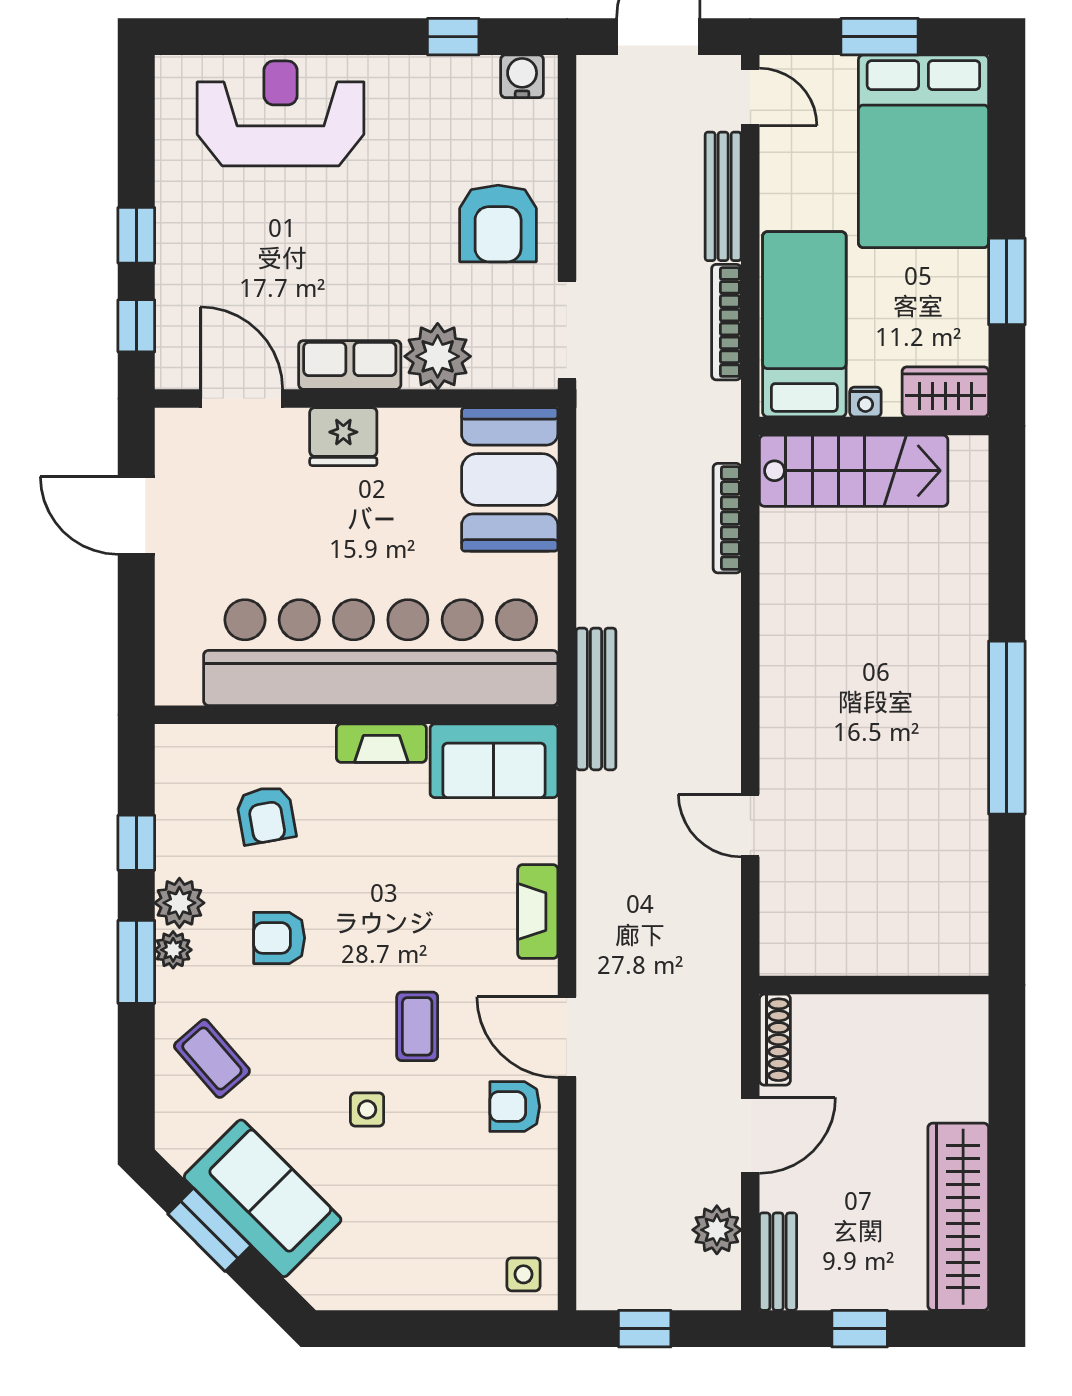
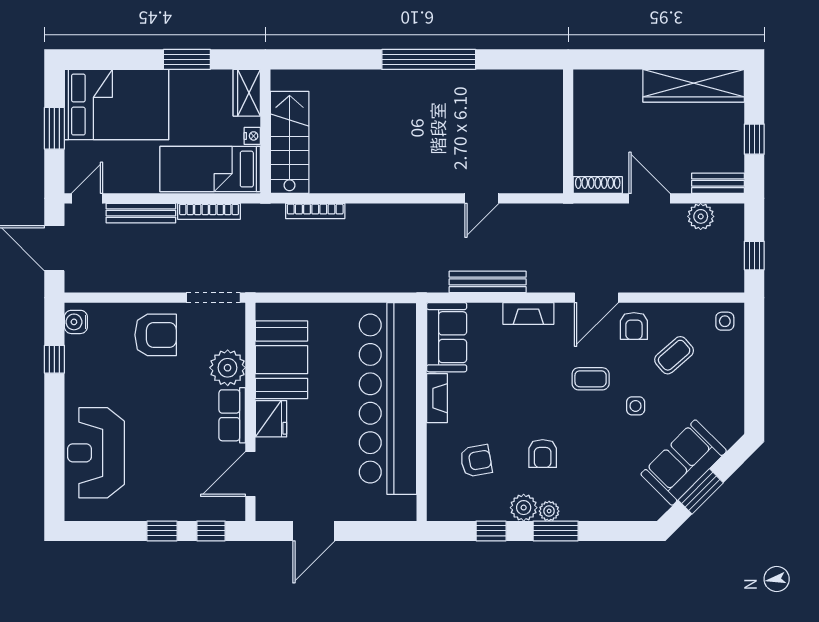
booth: (510, 479) -> (281, 360), moved, turned 90
bench: (596, 699) -> (488, 282), moved
coffee table: (212, 1059) -> (674, 355), moved

